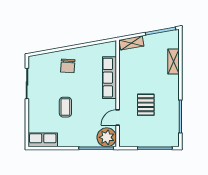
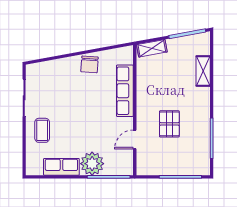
chair: (68, 66) -> (90, 64), moved
coffee table: (65, 107) -> (42, 130), moved
plant: (107, 137) -> (92, 164), moved
row of seats: (43, 140) -> (61, 167), moved

